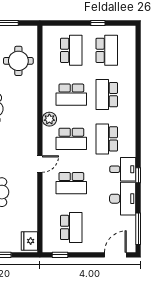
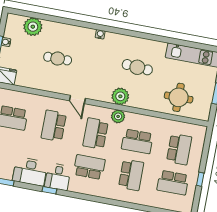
school desk: (71, 50) -> (179, 149), turned -90
school desk: (71, 95) -> (137, 141), turned -90
school desk: (107, 95) -> (131, 175), turned 90
plant: (28, 121) -> (120, 96), added

